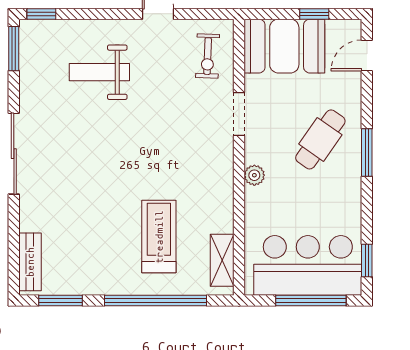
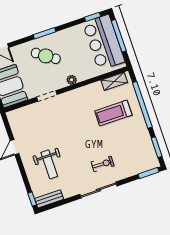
window: (14, 49) -> (149, 173), moved
exercise bike: (208, 56) -> (103, 164), moved
bench: (30, 262) -> (49, 199), moved

